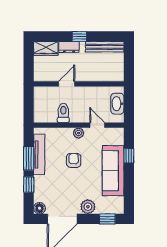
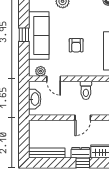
window: (79, 36) -> (83, 163), moved
plant: (78, 133) -> (41, 71), moved
window: (129, 156) -> (24, 35), moved

